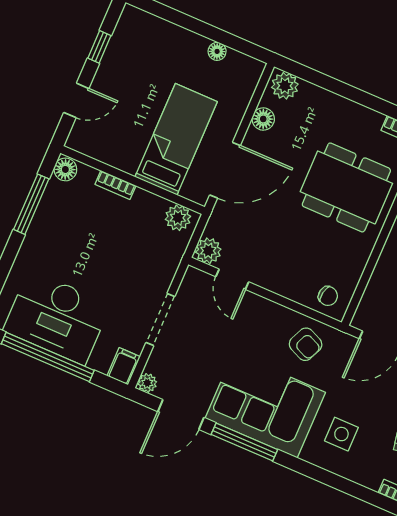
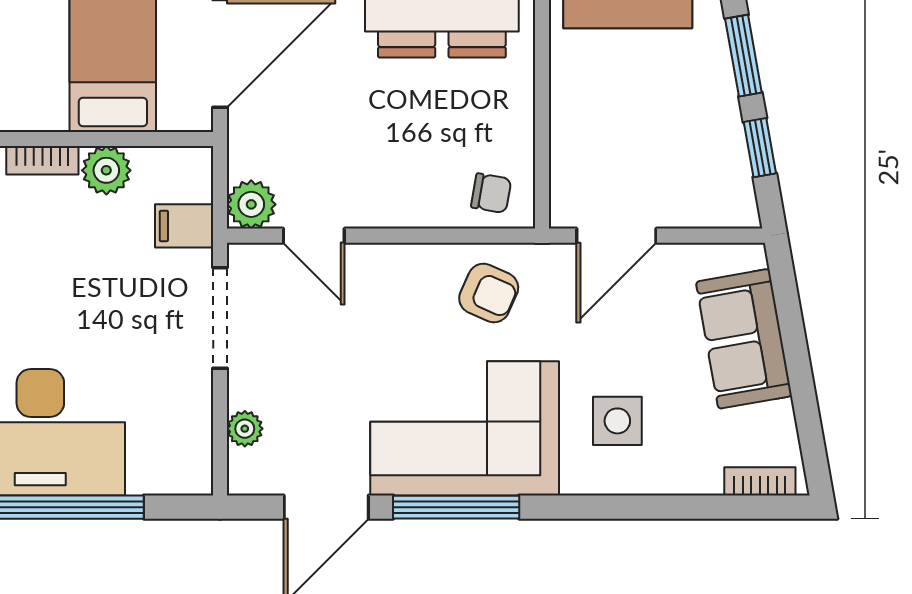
plant: (178, 218) -> (106, 170), moved
doorway: (160, 319) -> (220, 318), moved
filing cabinet: (124, 366) -> (184, 226), moved, turned -90
plant: (147, 383) -> (245, 429), moved

